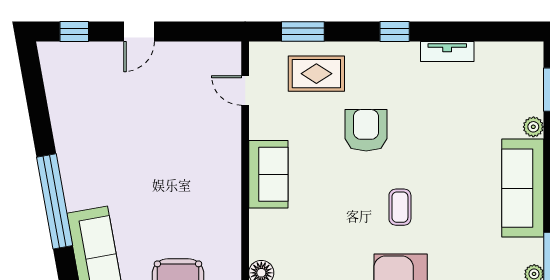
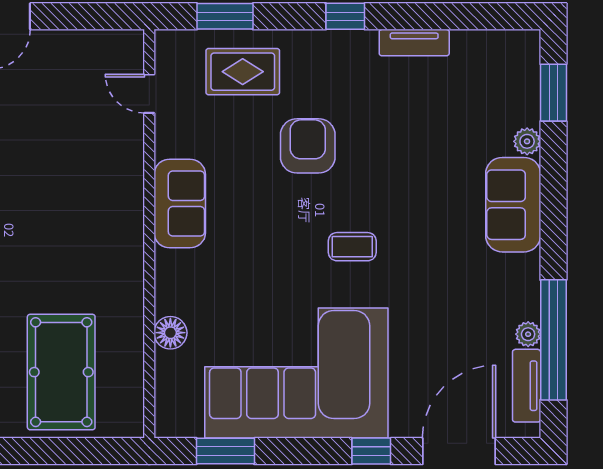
sofa: (523, 188) -> (513, 205), width x0.73
coffee table: (400, 207) -> (352, 247), turned 90

